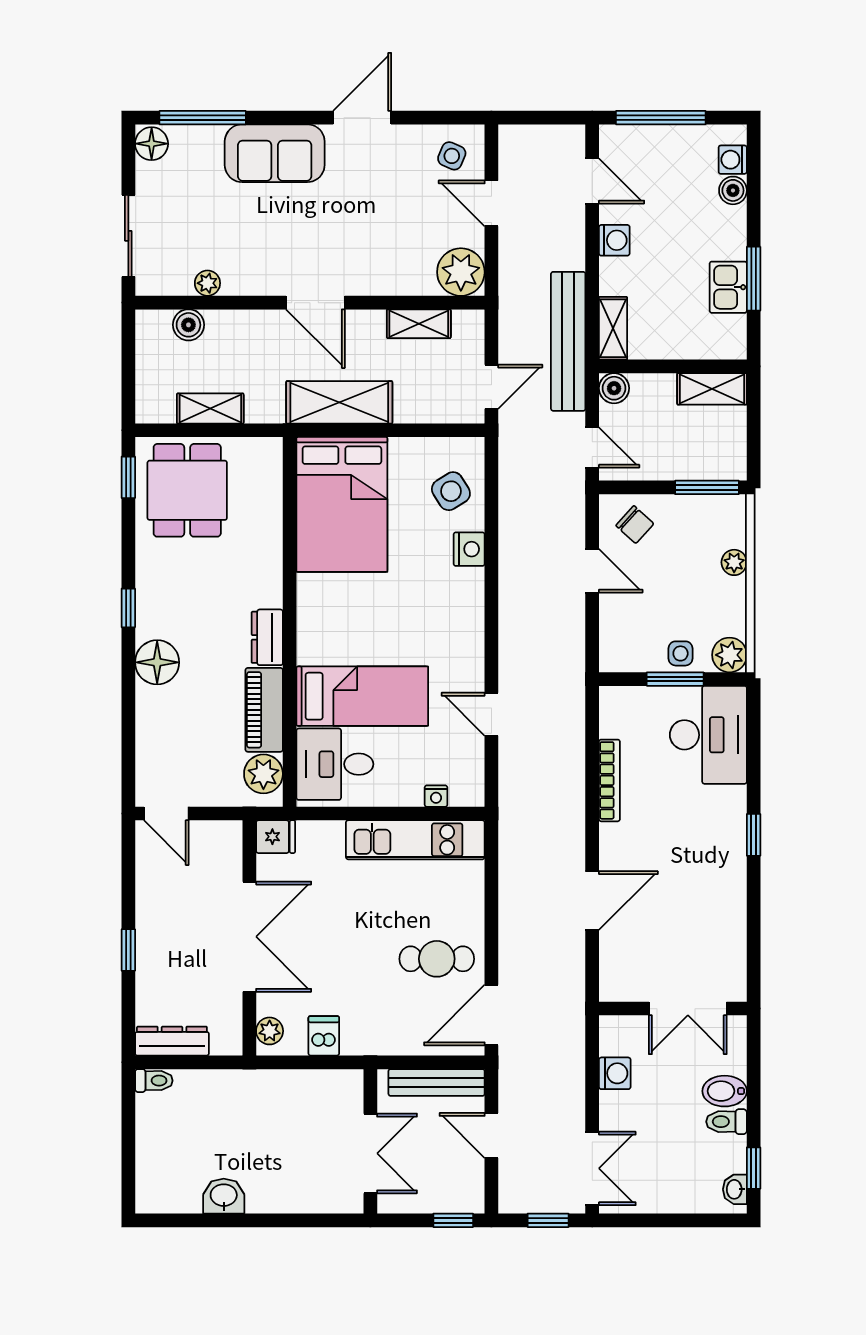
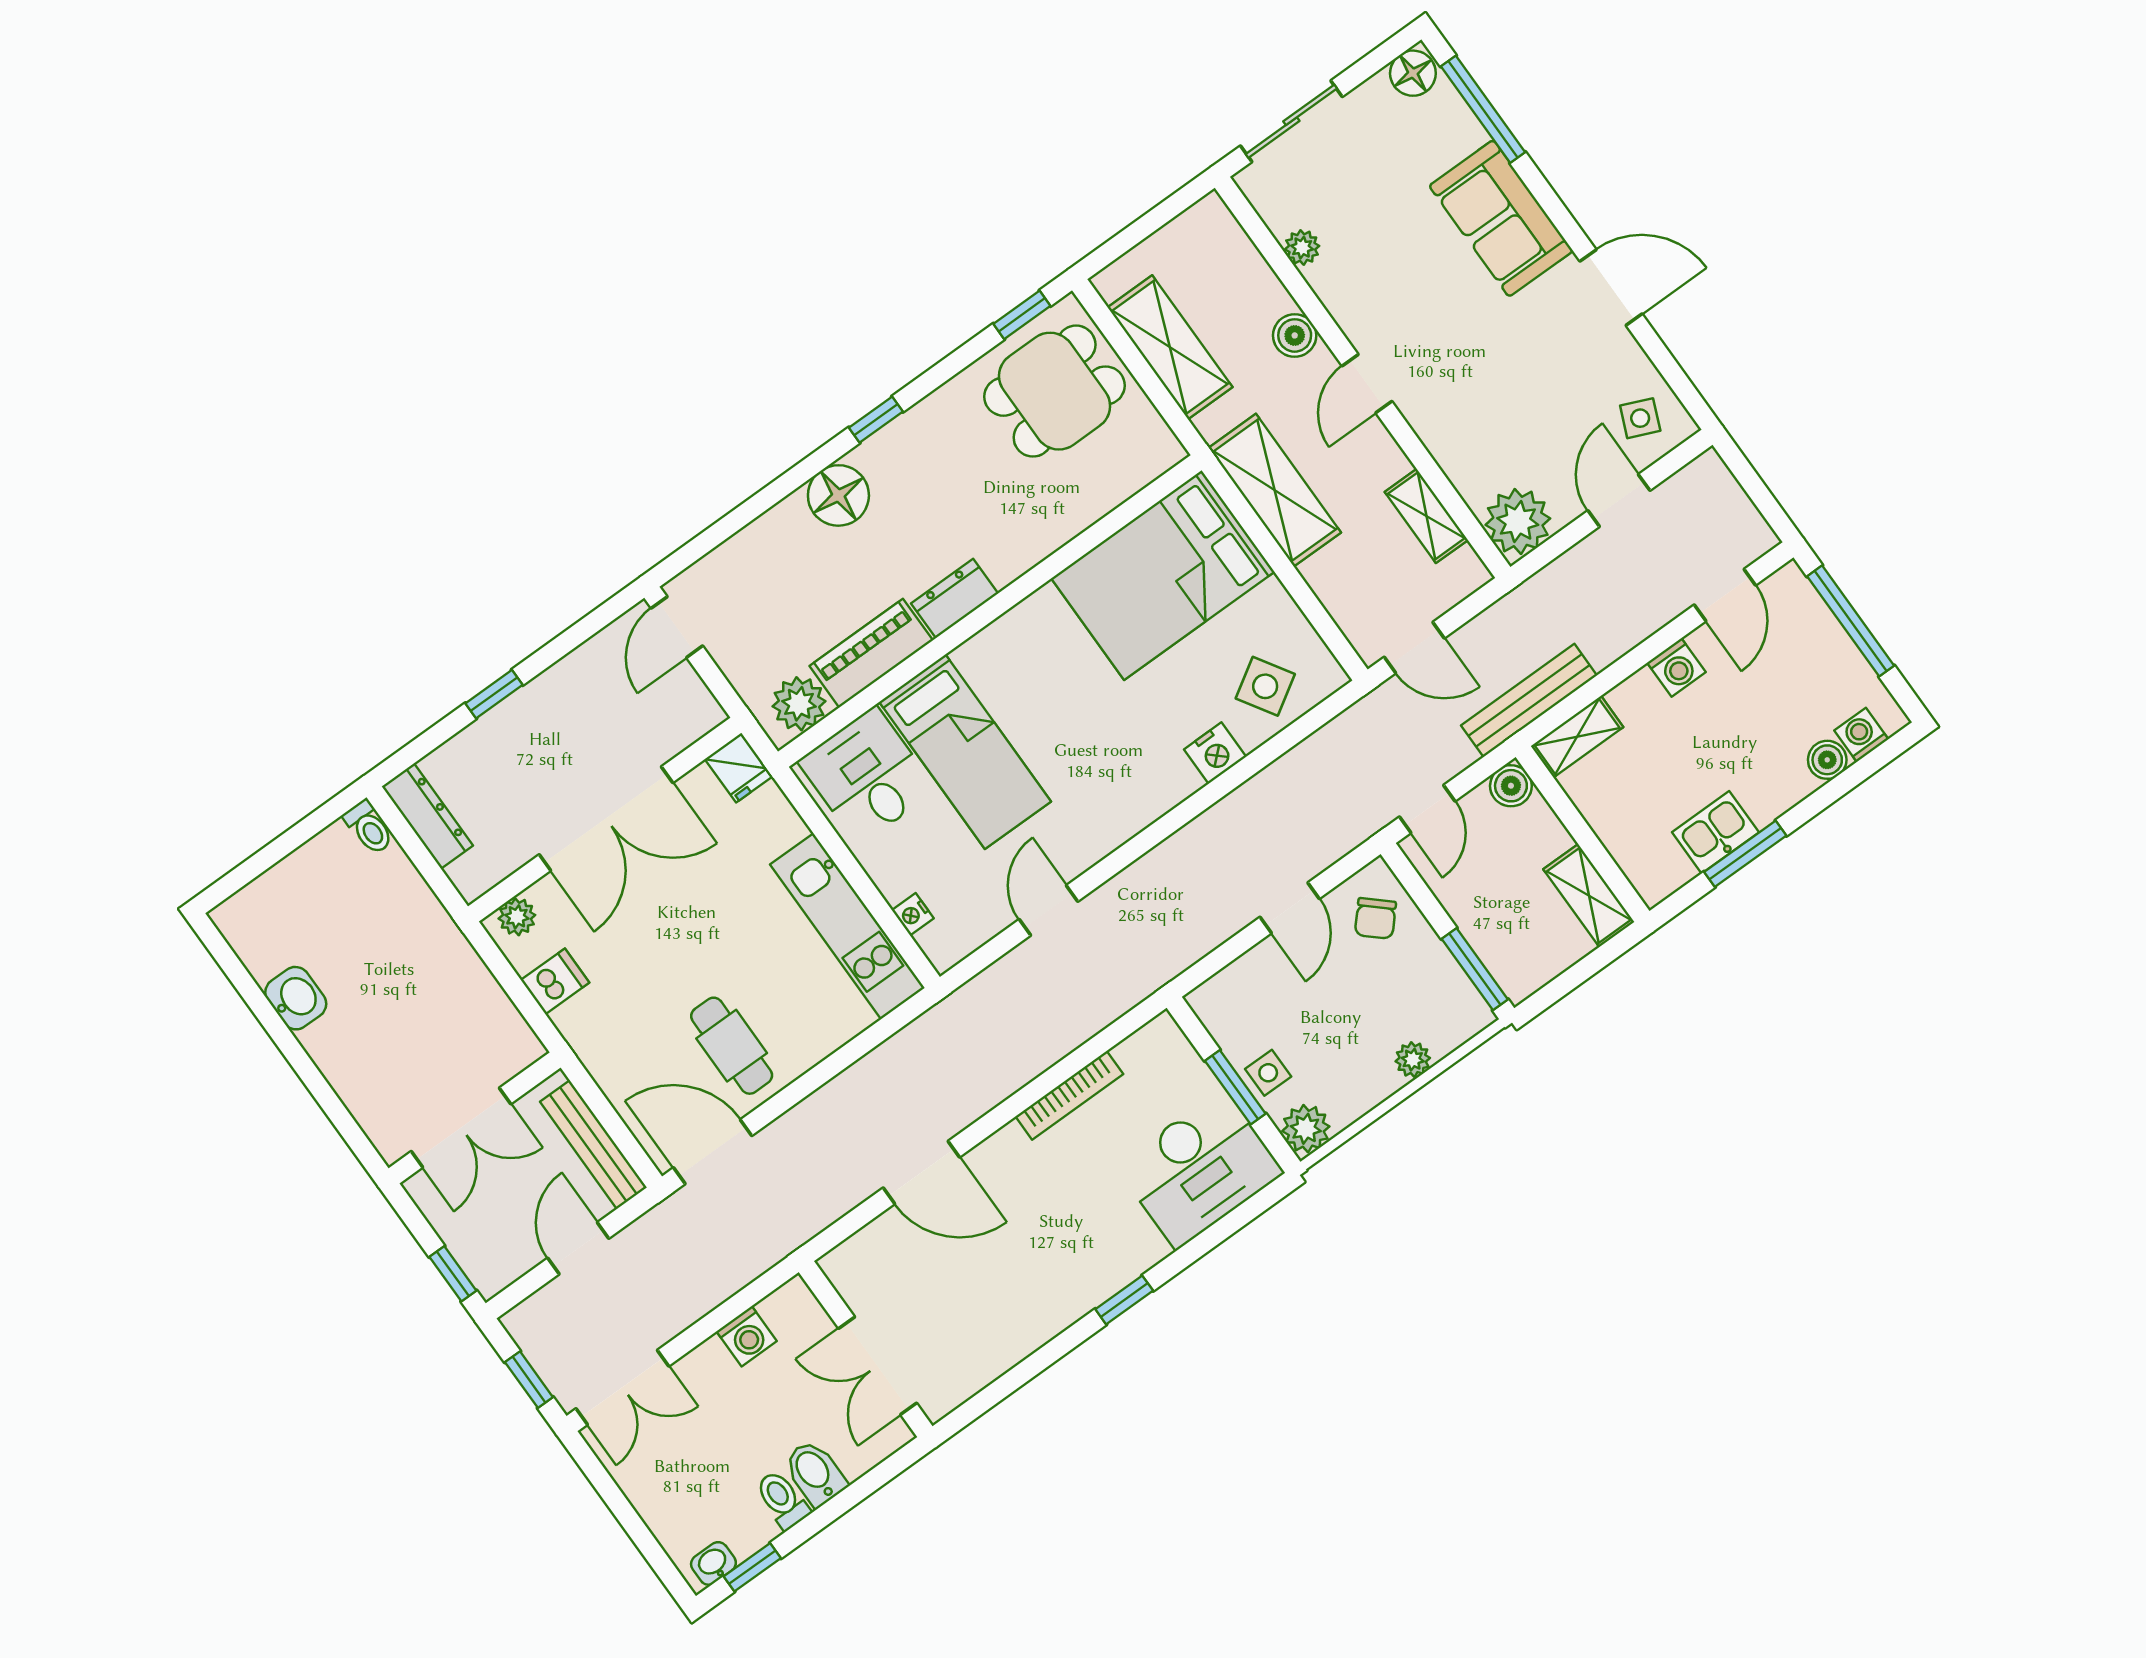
door: (315, 303) -> (1367, 384), width x0.73
boiler: (188, 325) -> (1295, 335), moved
bench: (568, 341) -> (1529, 700), width x0.73, depth x0.82
shelving: (210, 409) -> (1170, 347), width x1.50, depth x1.33

